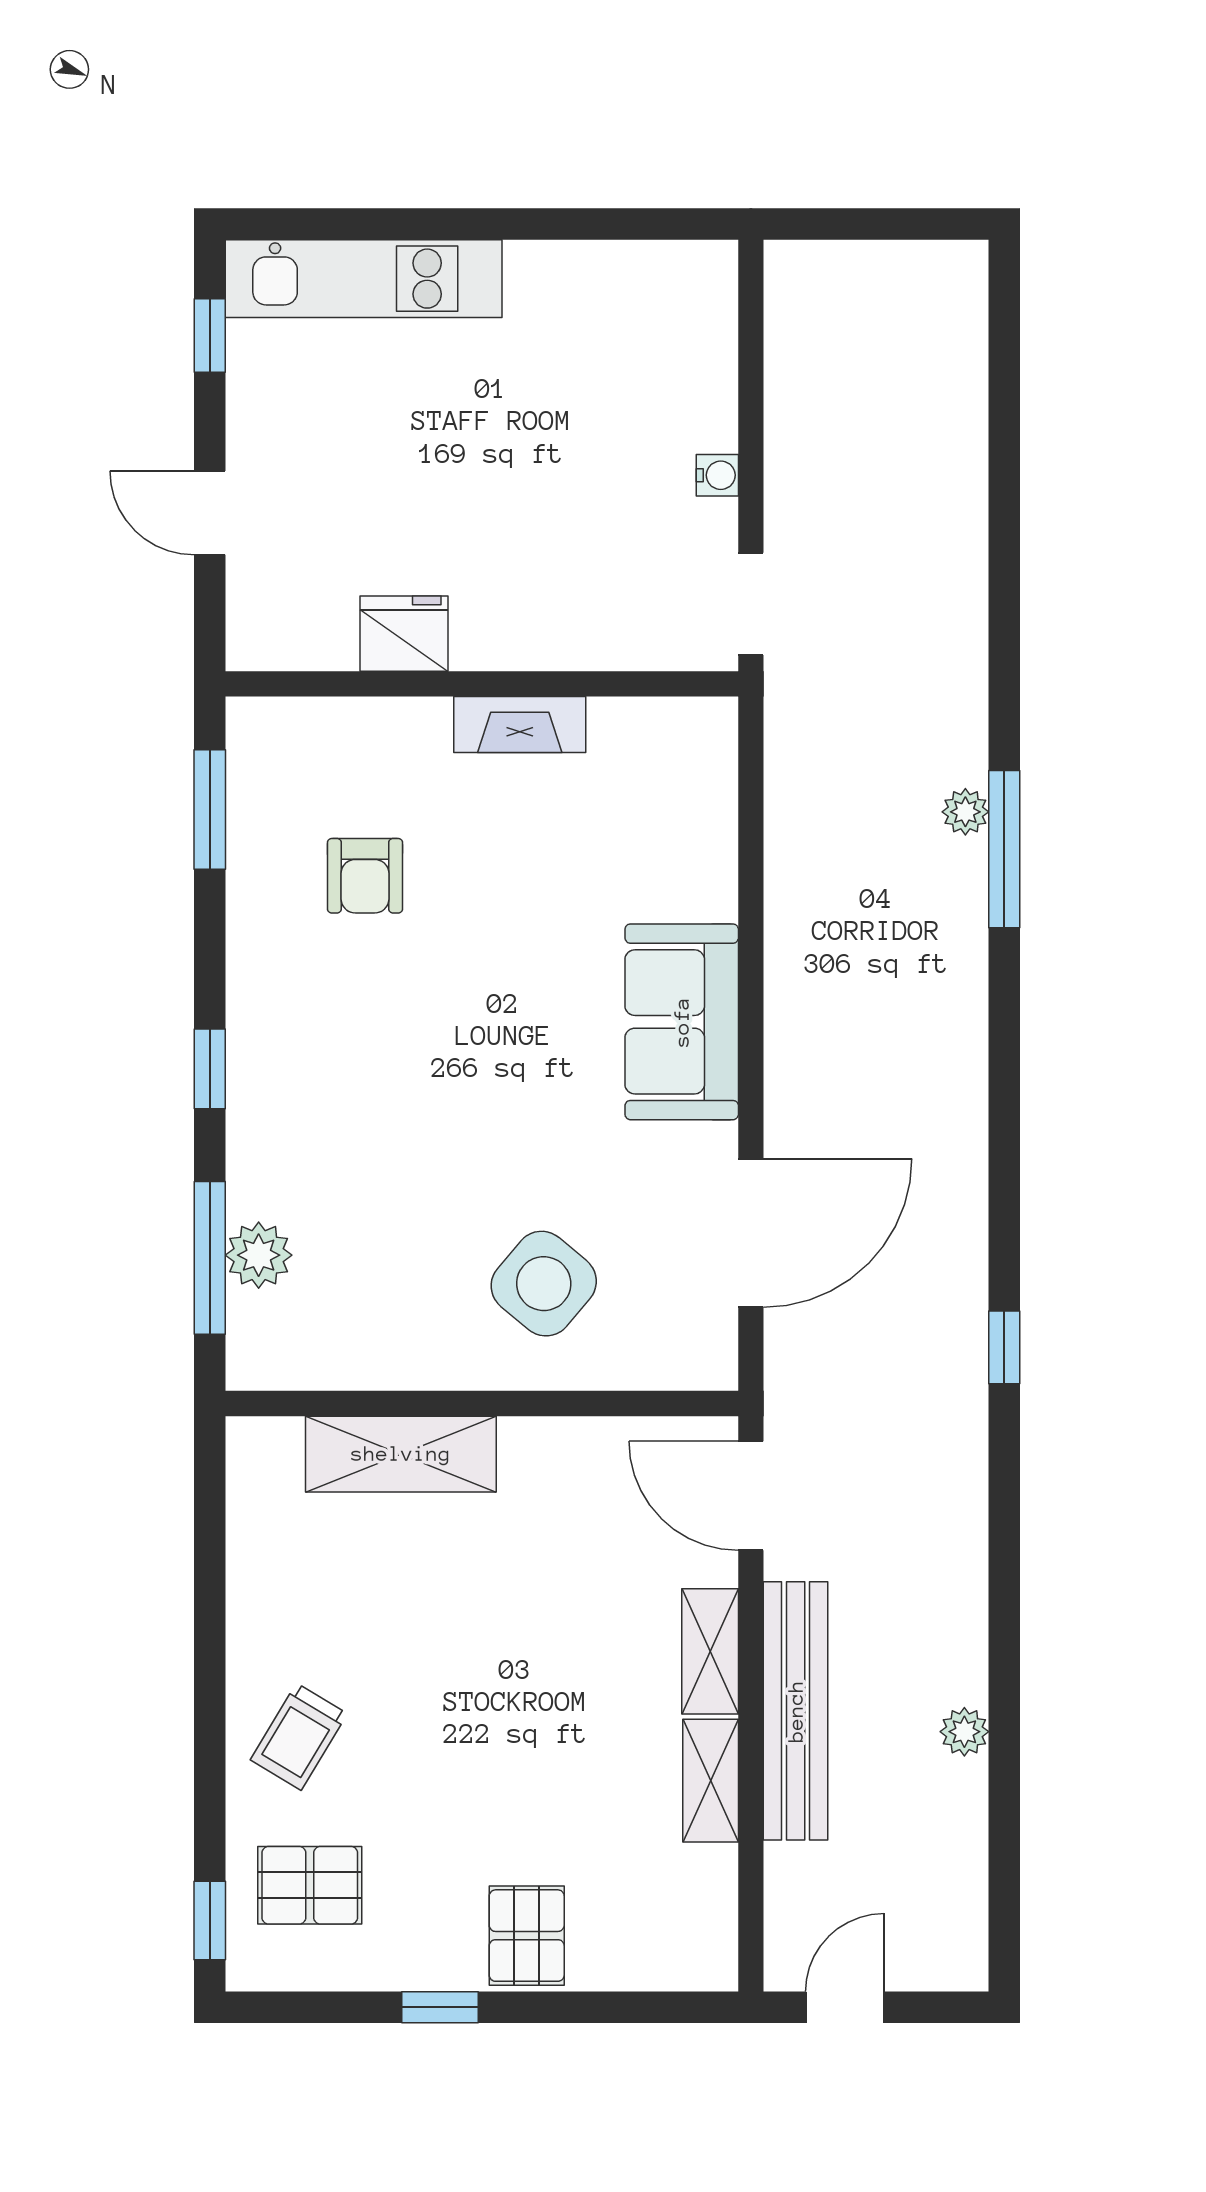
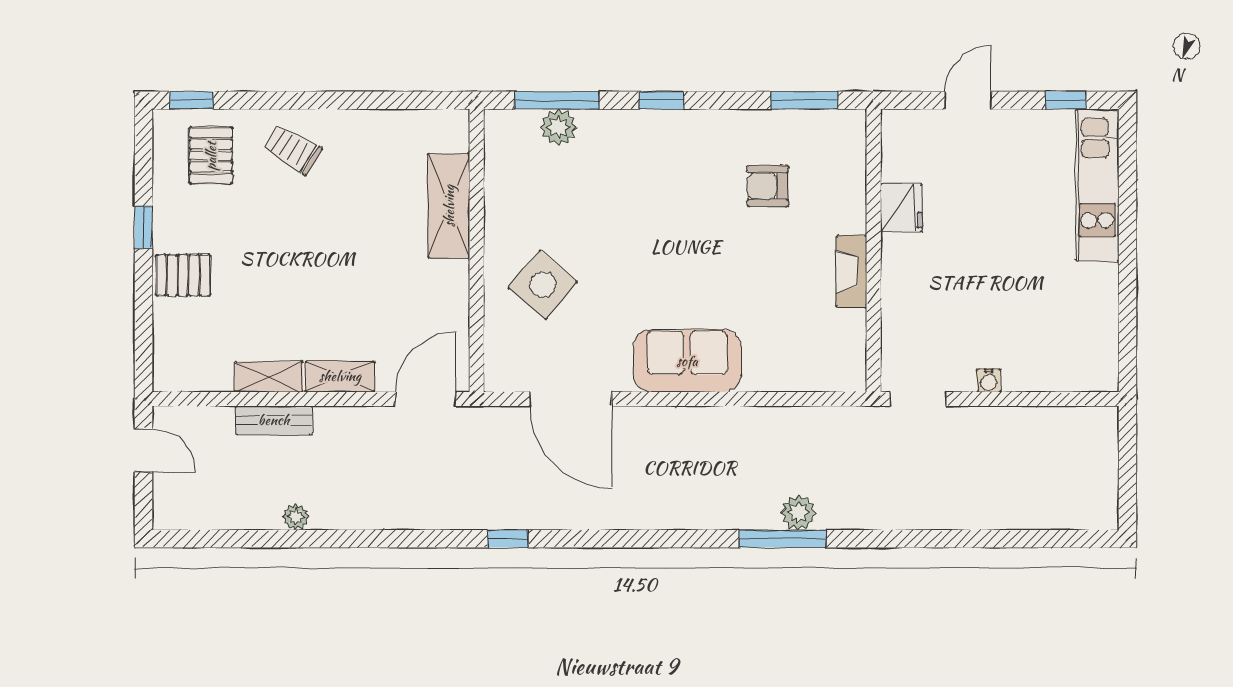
plant: (965, 812) -> (798, 512), width x1.38, depth x1.38
bench: (796, 1711) -> (274, 420), width x0.54, depth x0.82

